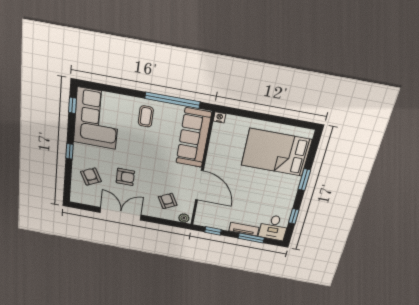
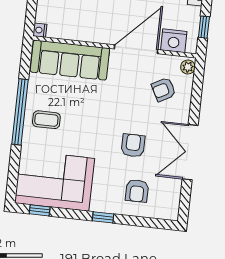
window: (172, 100) -> (20, 112), moved
armchair: (91, 177) -> (137, 191), turned -63
nightstand: (204, 211) -> (174, 41), added

